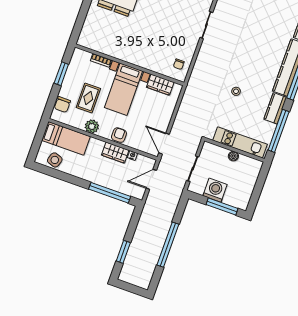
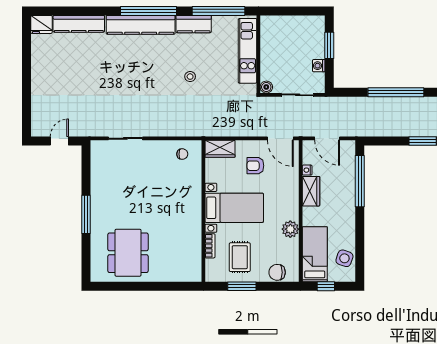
wardrobe: (160, 85) -> (220, 149), moved, turned 90
rug: (88, 98) -> (240, 257), moved, turned 90
chair: (62, 105) -> (277, 272), turned 180
armchair: (119, 135) -> (255, 166), moved
window: (38, 138) -> (326, 286), added
door: (164, 144) -> (280, 138), hinge flipped
boiler: (233, 156) -> (266, 87), moved
washing machine: (215, 190) -> (319, 66), width x0.53, depth x0.53
window: (222, 206) -> (329, 45), width x0.69

